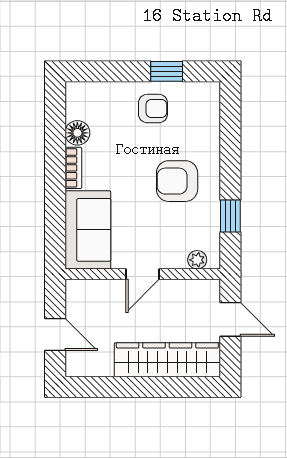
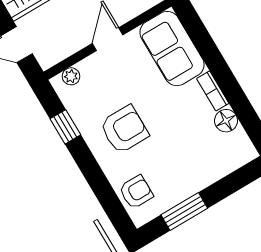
window: (167, 71) -> (184, 212), width x1.50
armchair: (153, 109) -> (136, 192), moved, turned 180

